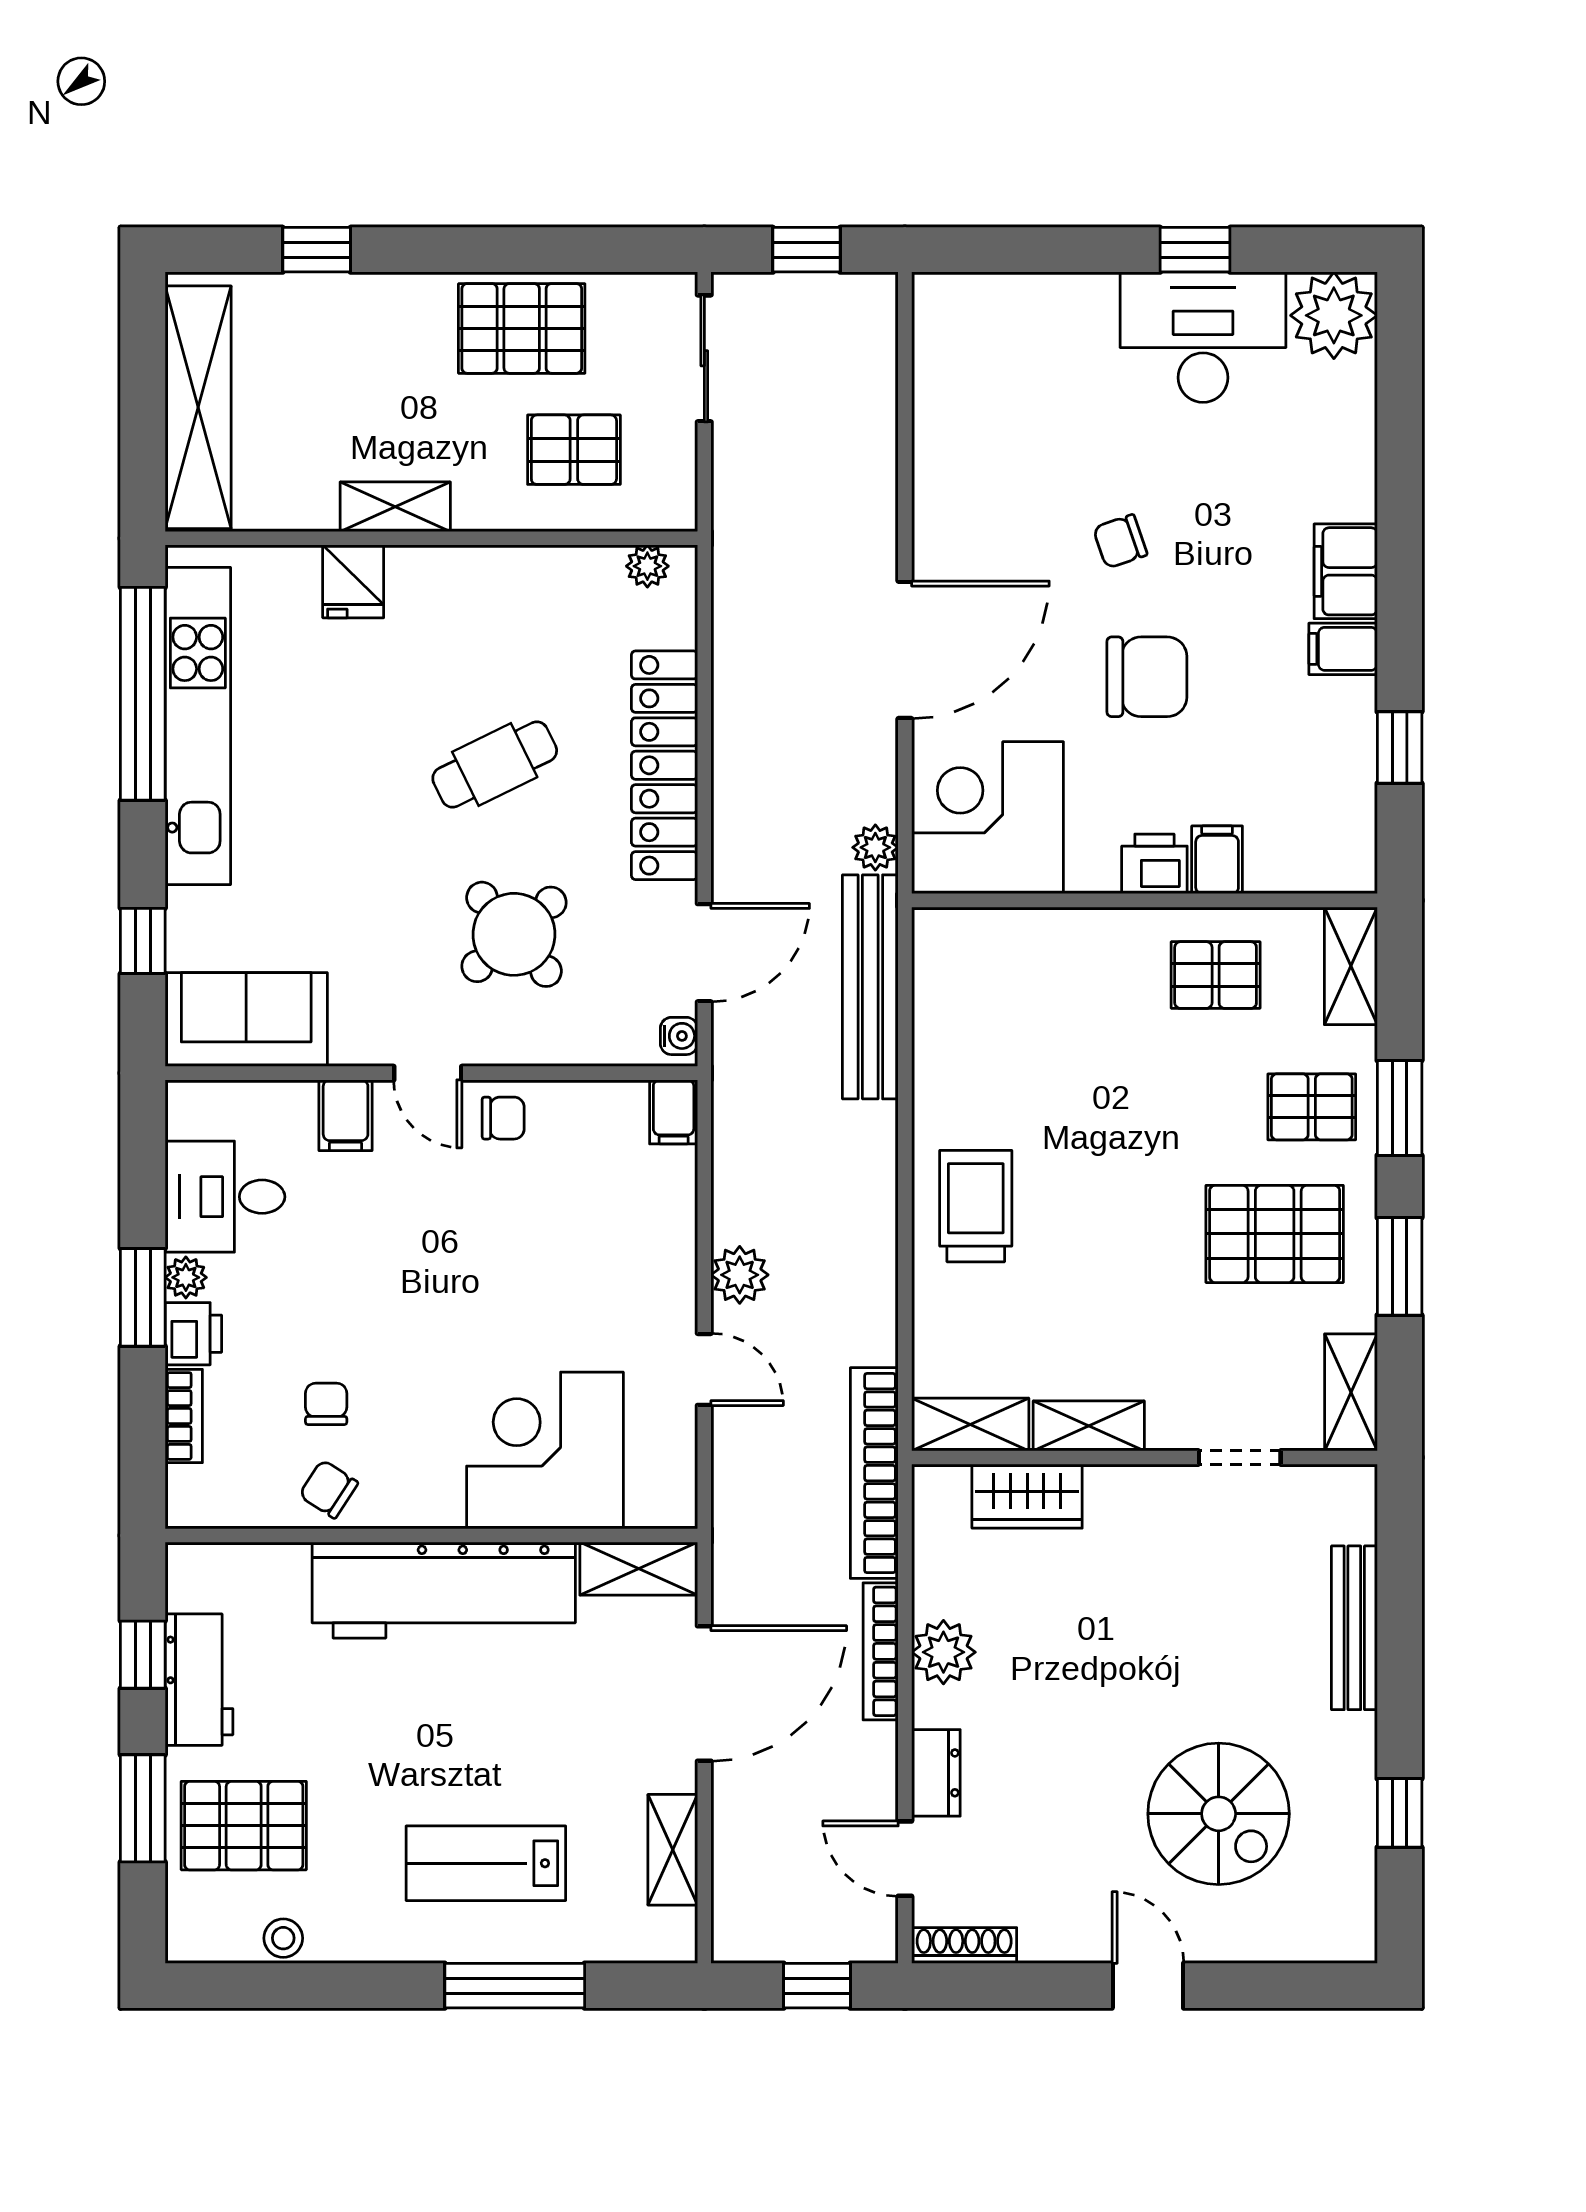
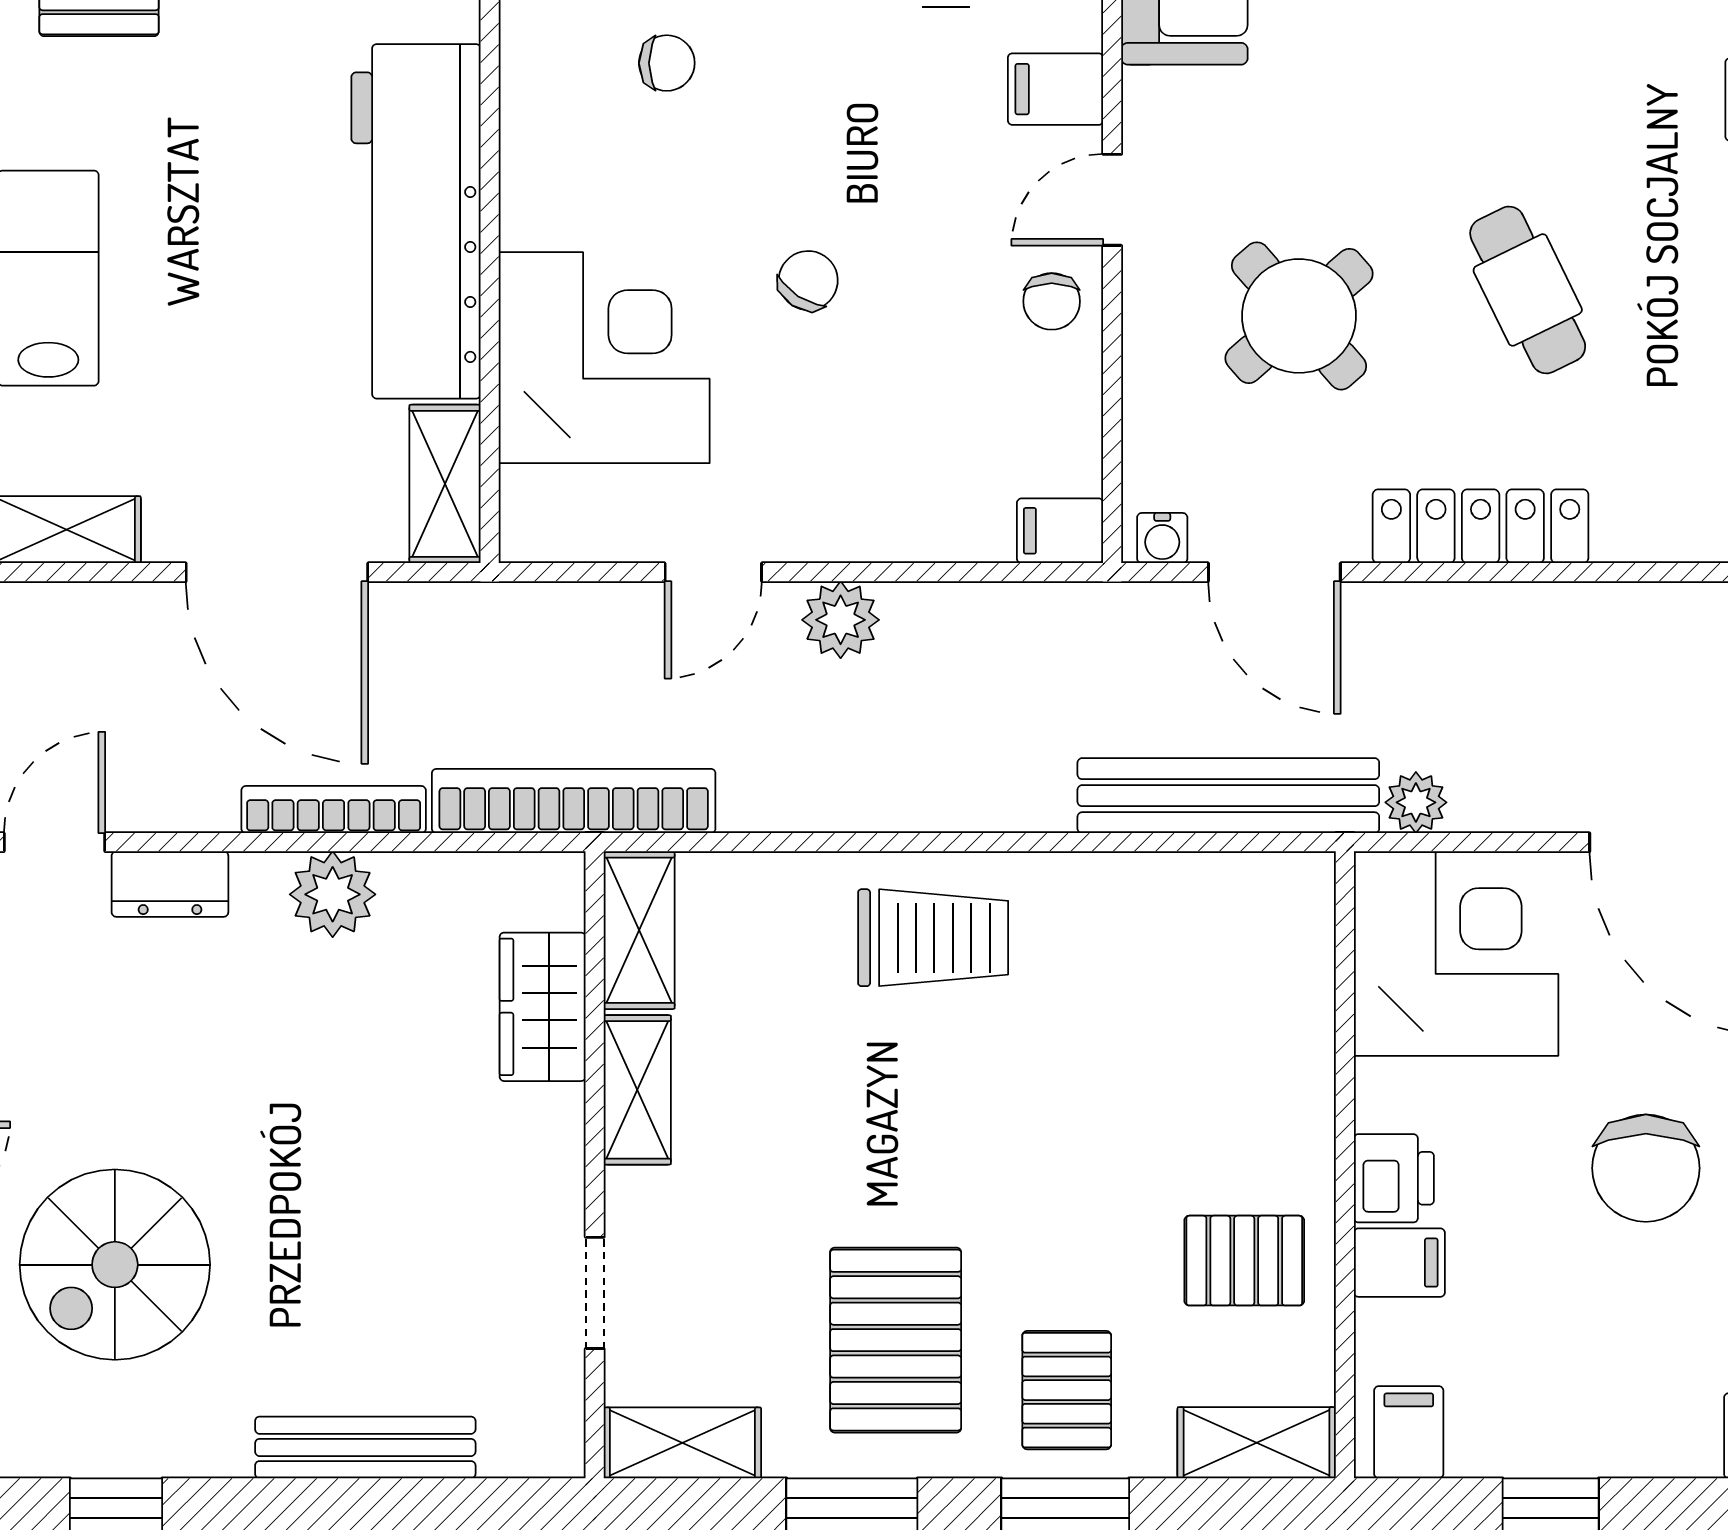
filing cabinet: (1343, 649) -> (1409, 1432), moved
locker: (664, 765) -> (1481, 526), width x0.71, depth x0.83
pallet: (1216, 975) -> (1244, 1261), turned 90
chair: (329, 1489) -> (808, 281), moved

